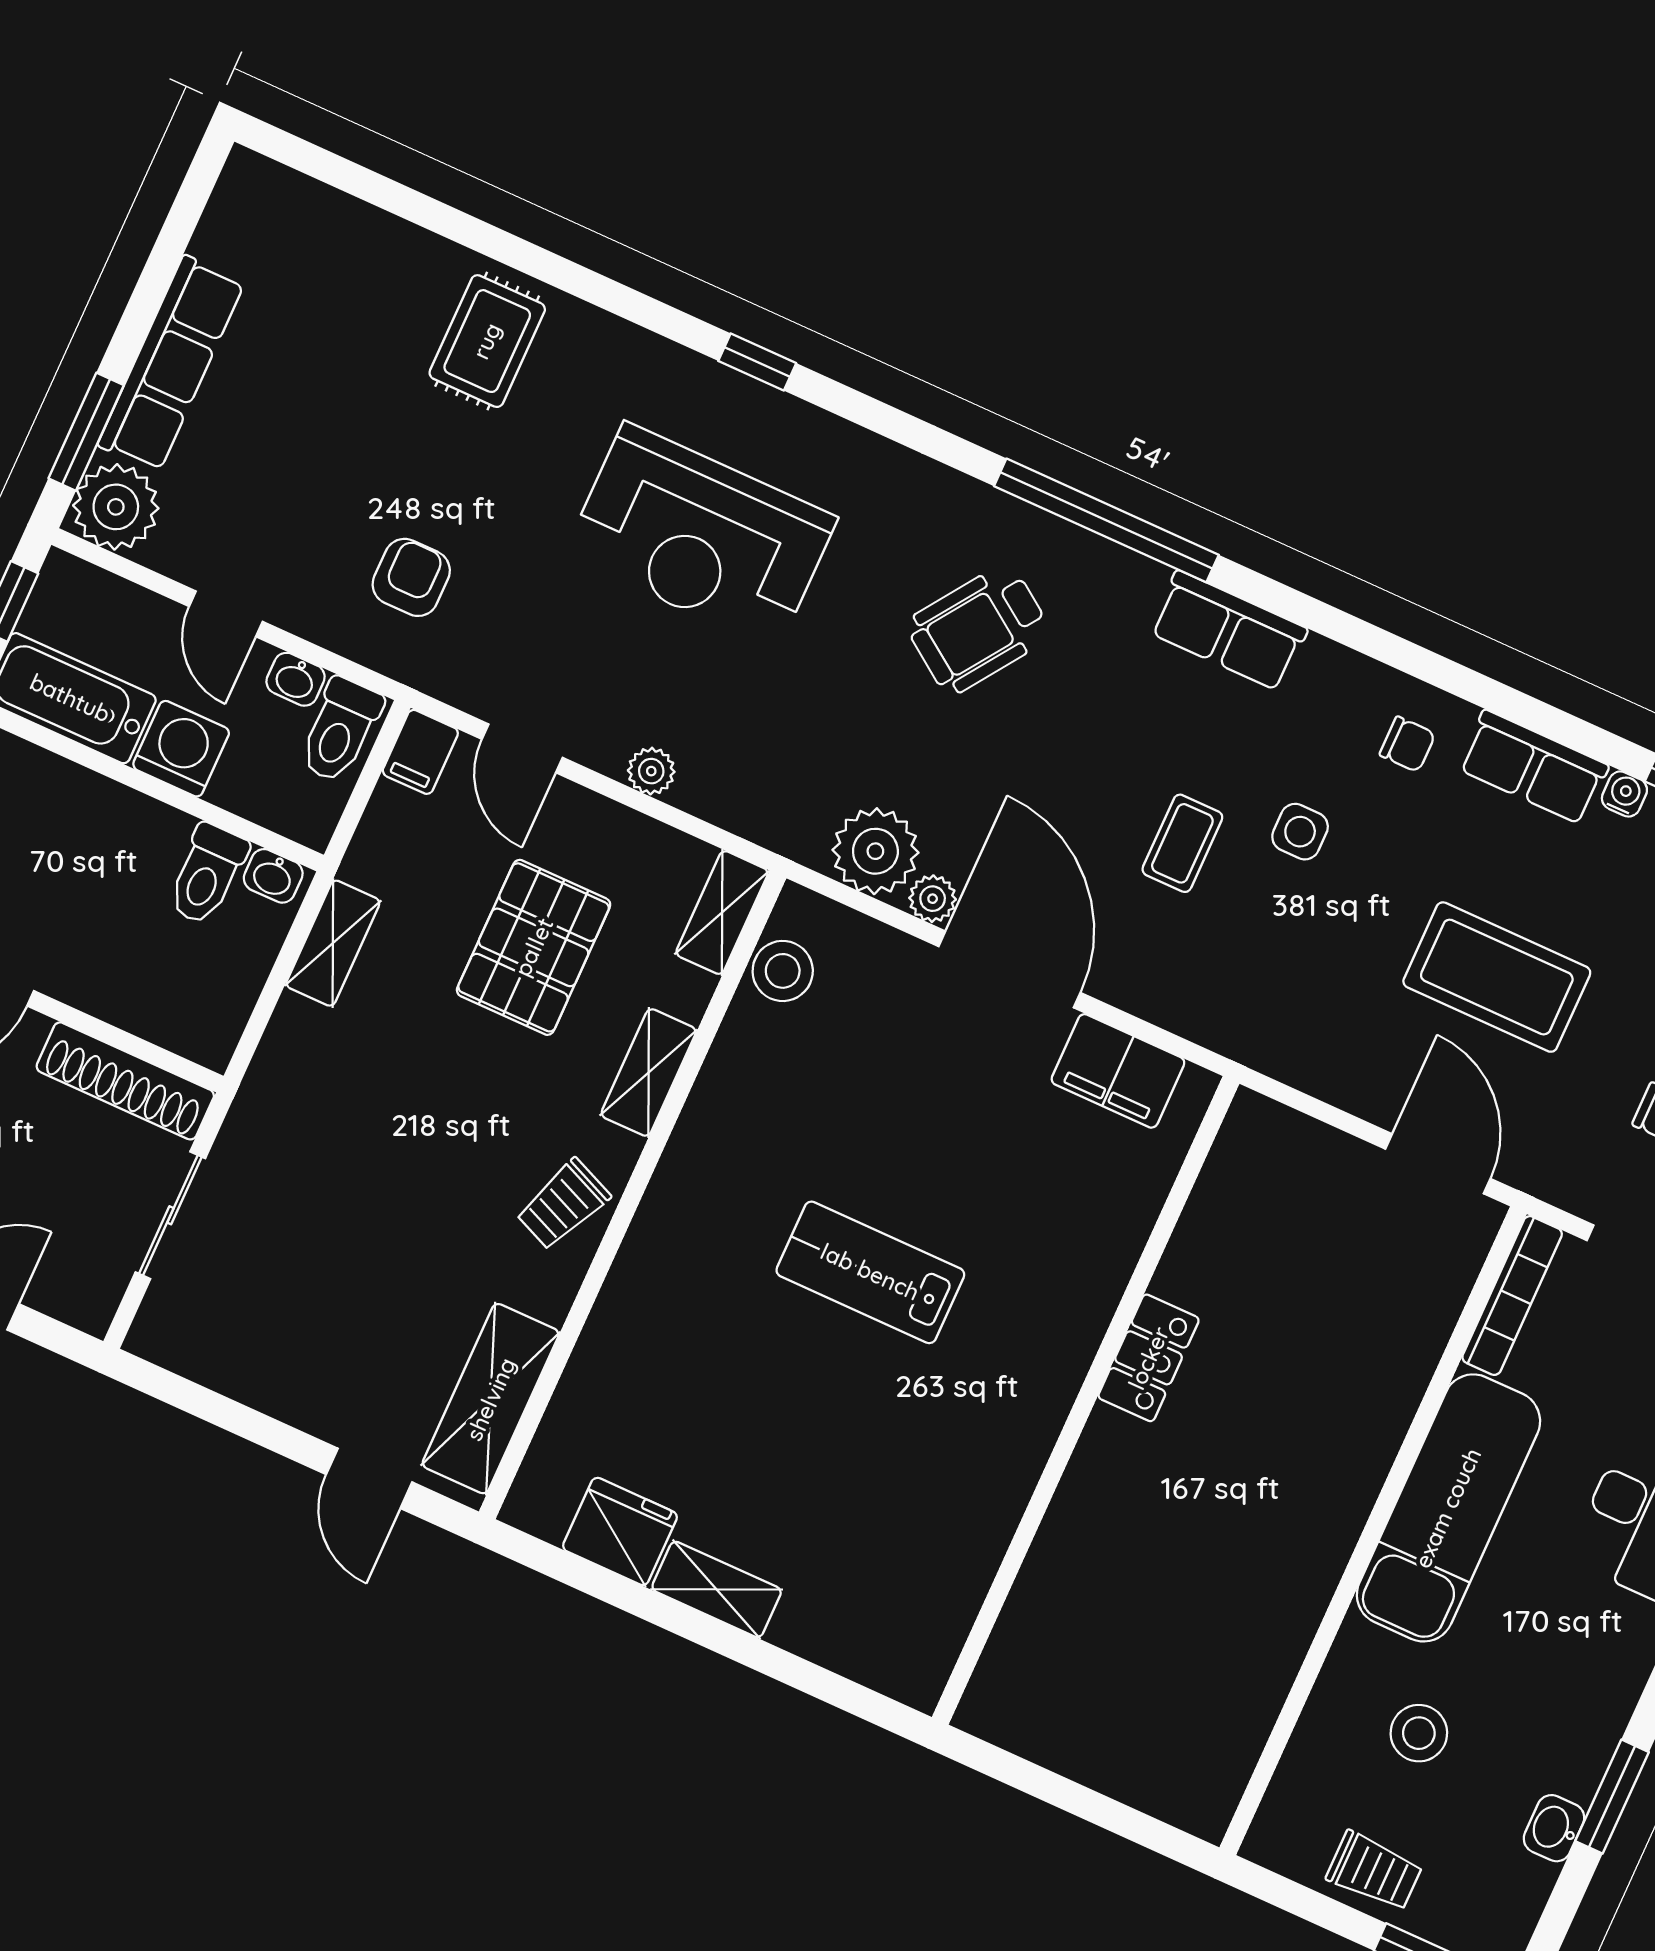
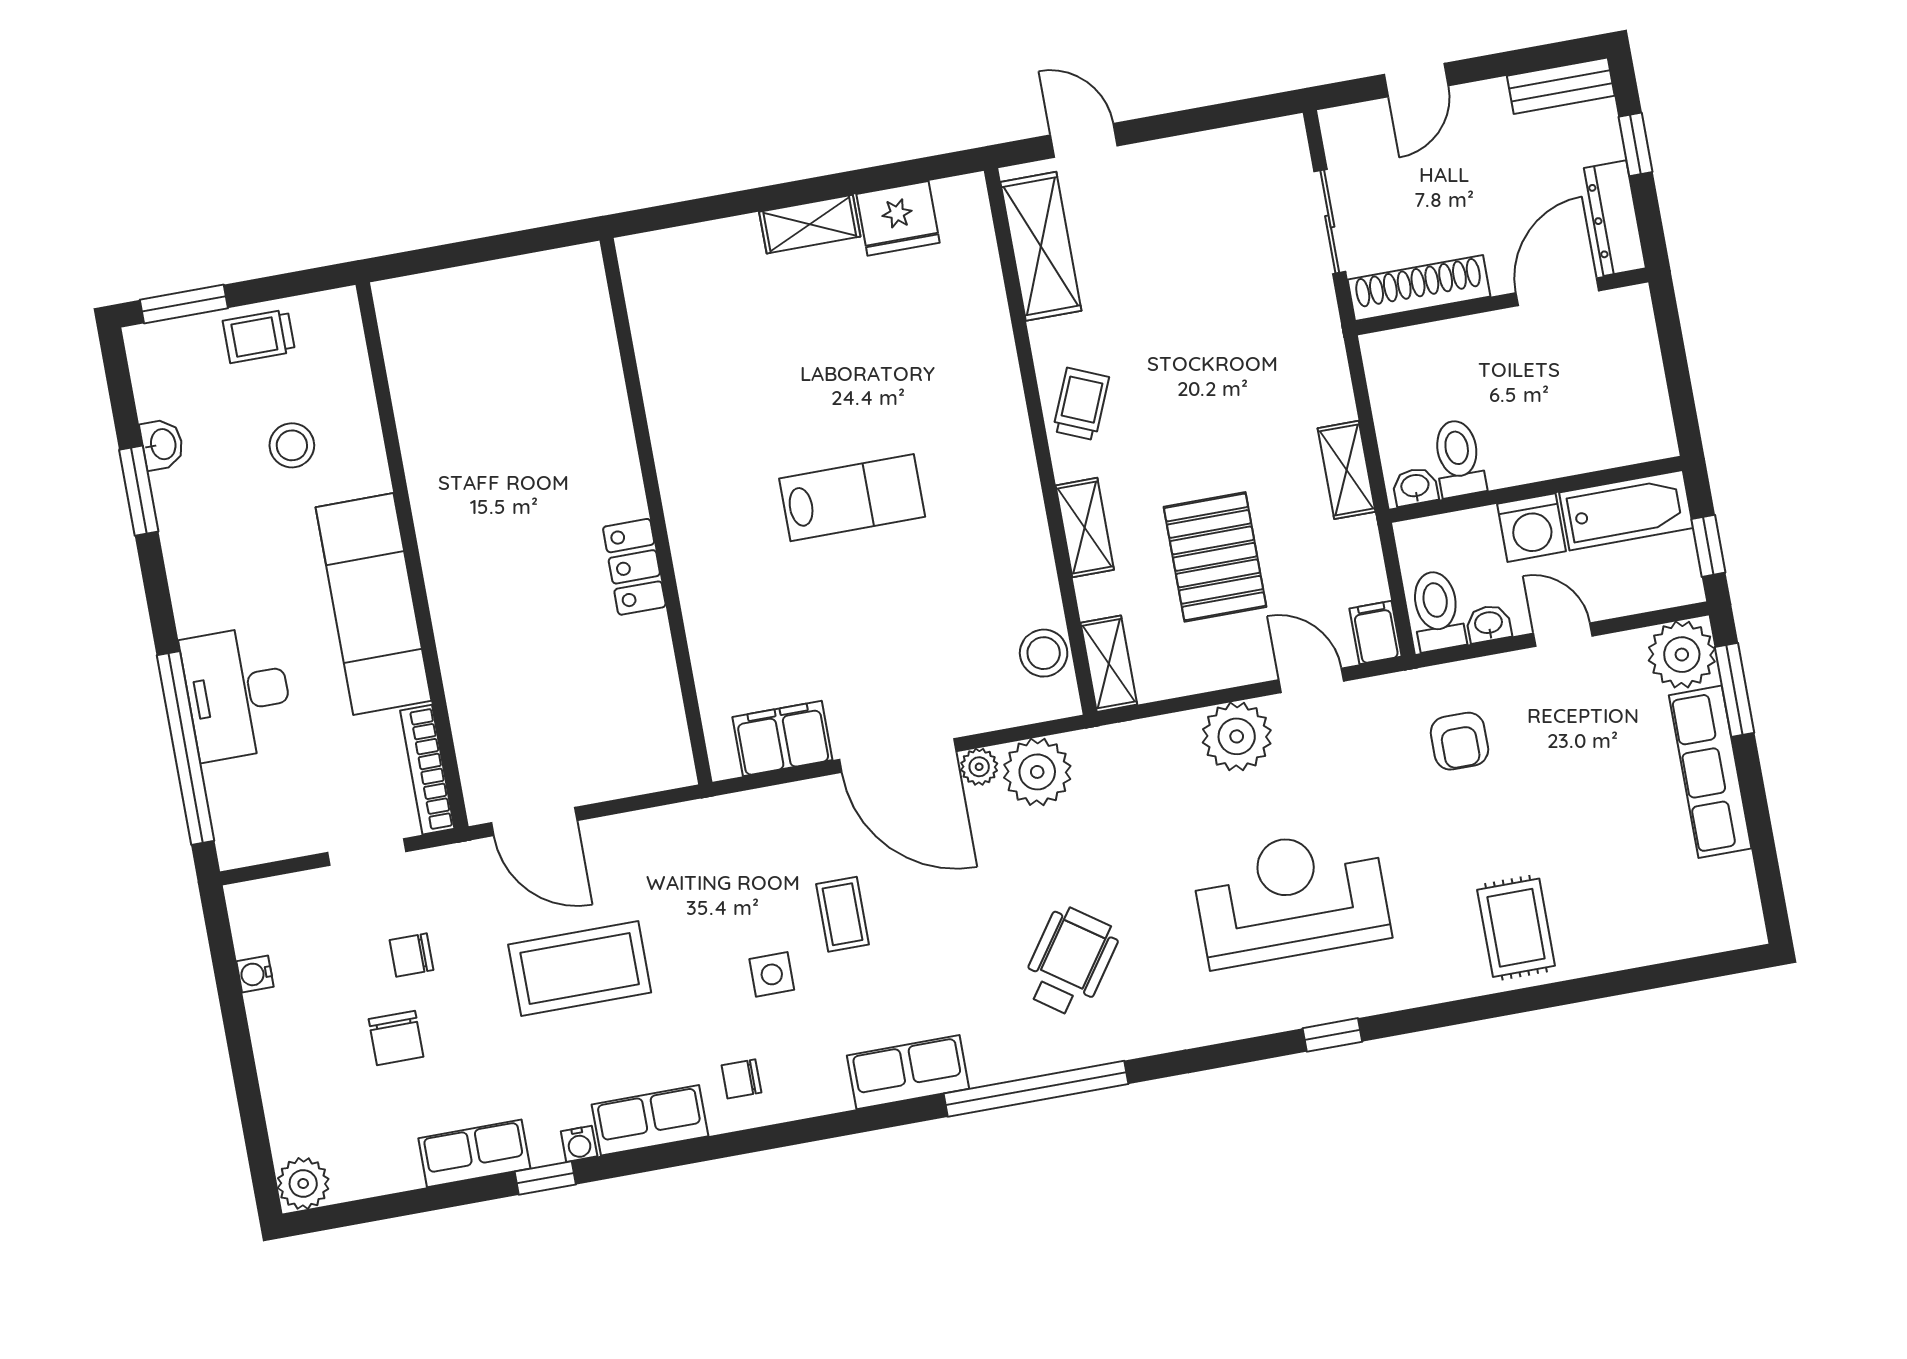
plant: (651, 771) -> (1237, 736), width x1.88, depth x1.88

